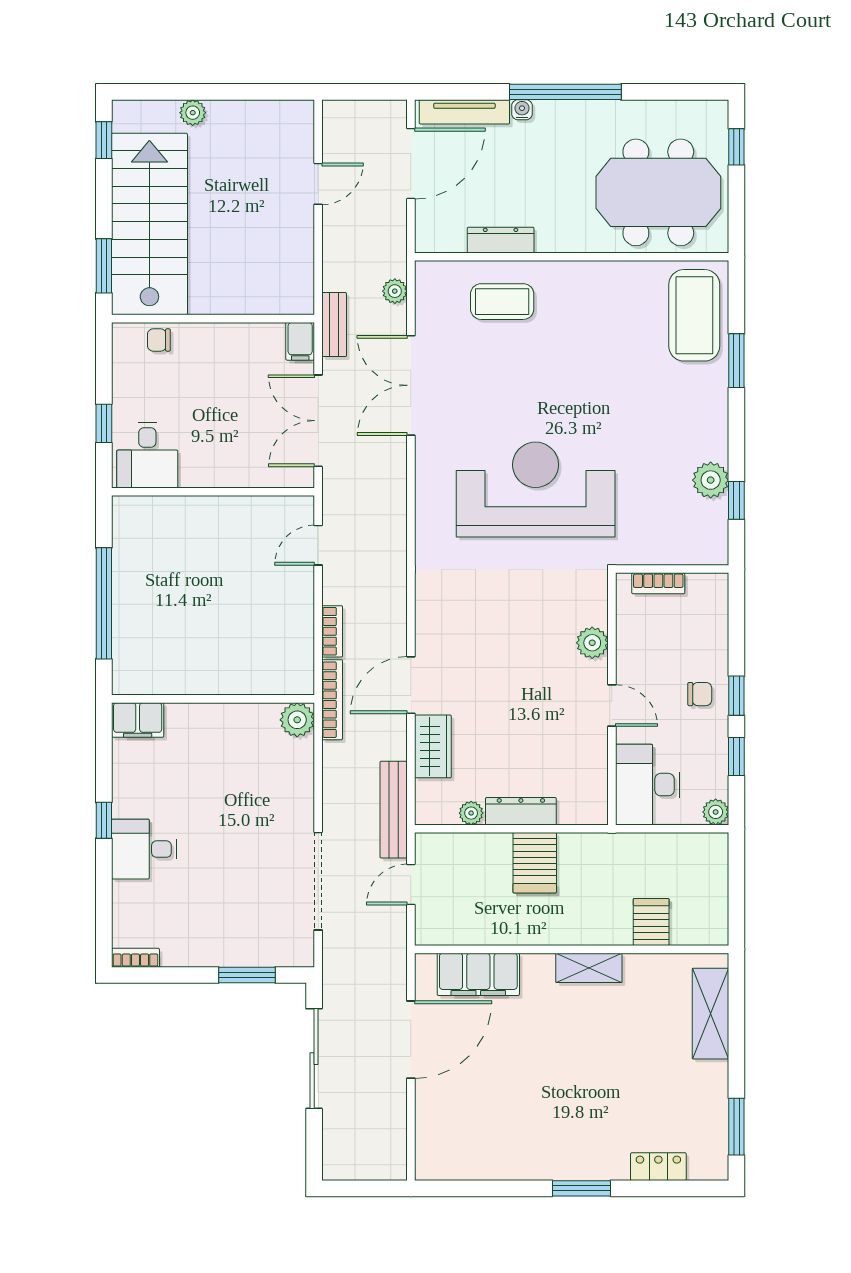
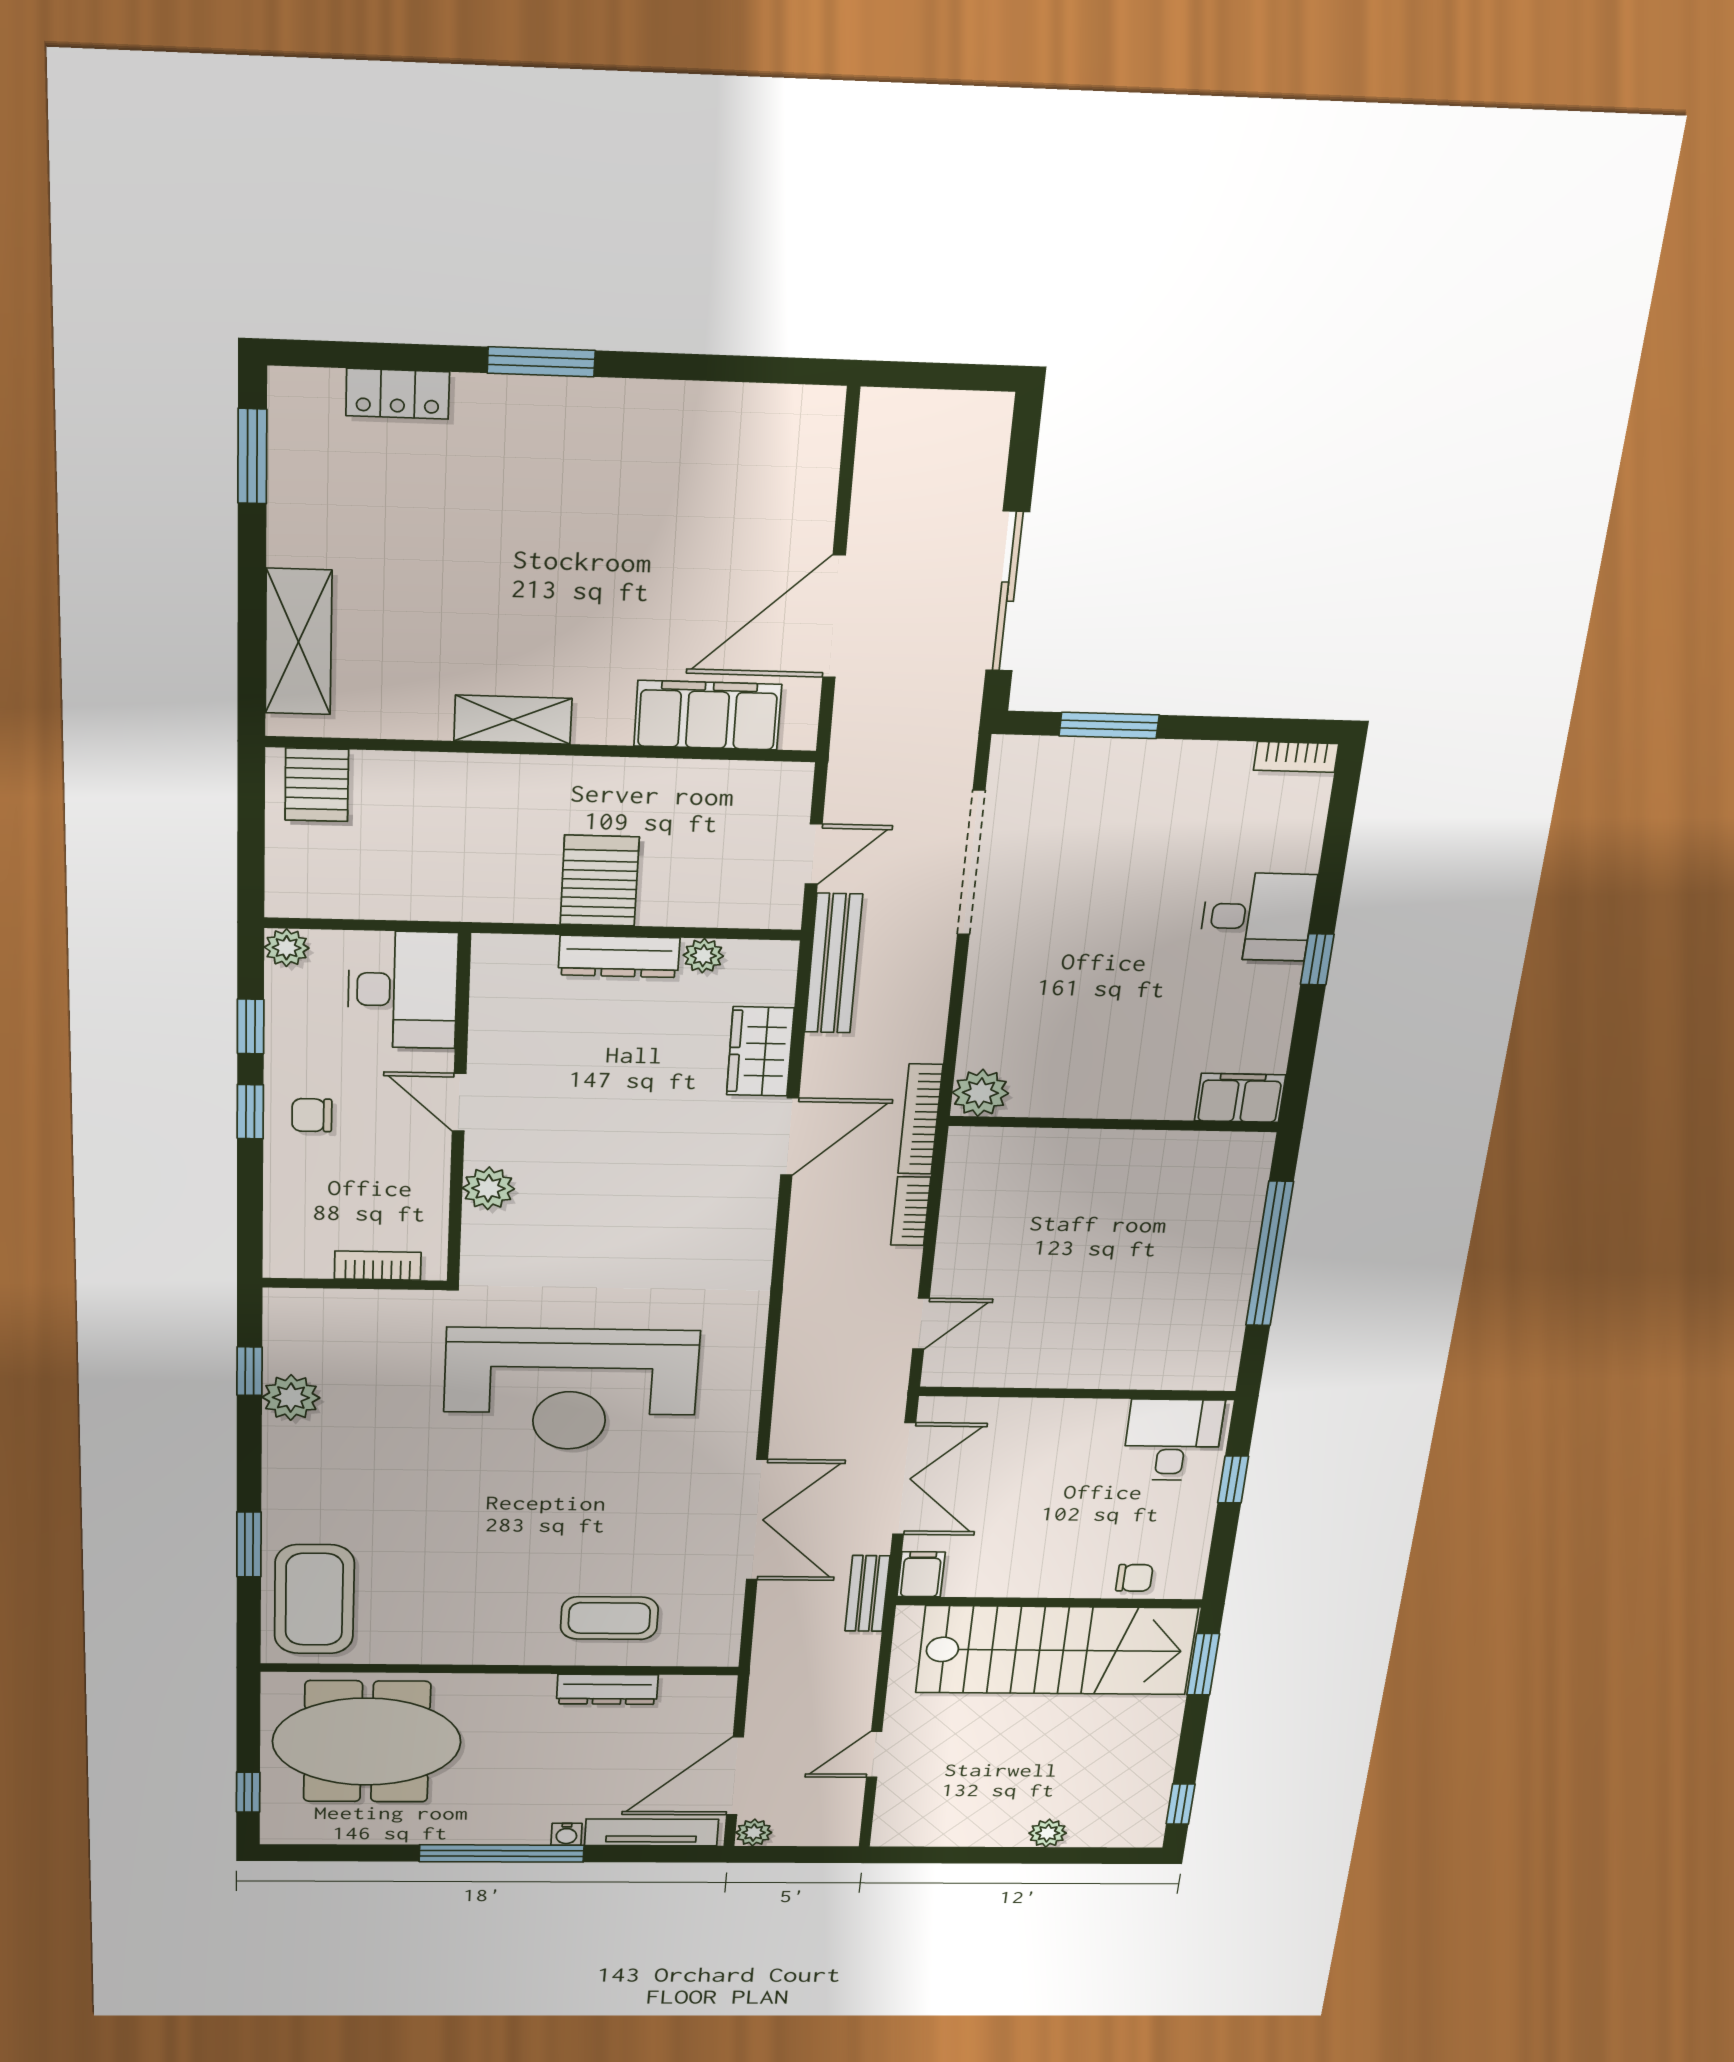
stairs: (149, 224) -> (1057, 1650), moved, turned -90
plant: (395, 291) -> (754, 1833), moved
server rack: (651, 922) -> (317, 785), moved

